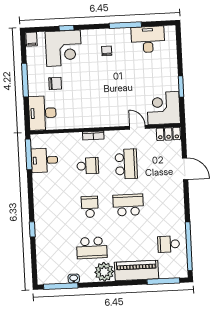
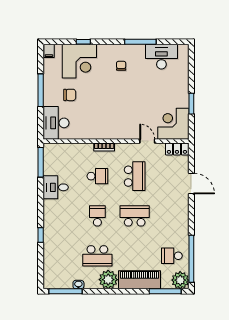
desk: (44, 160) -> (56, 187), moved
plant: (178, 269) -> (180, 280), added

